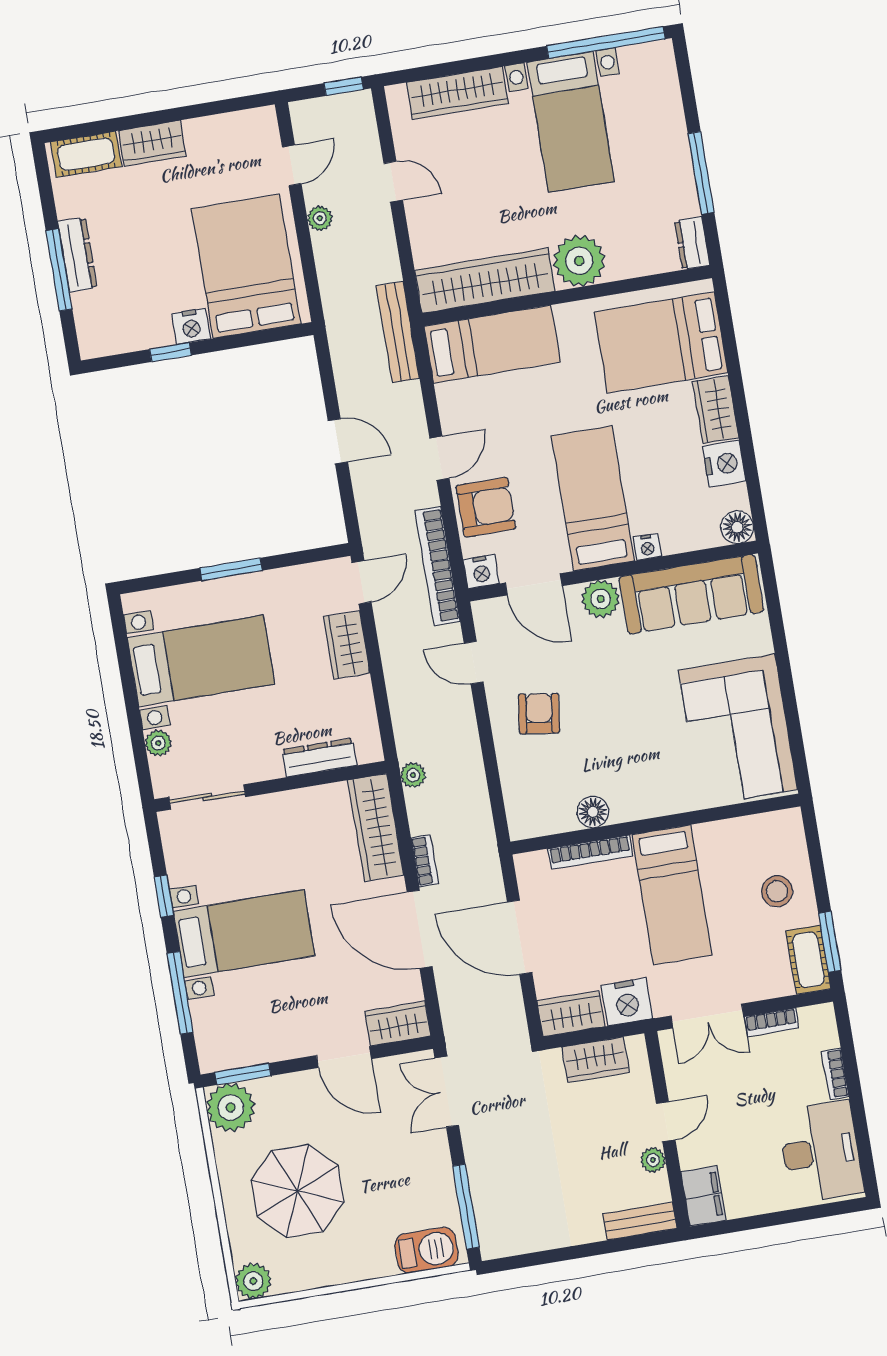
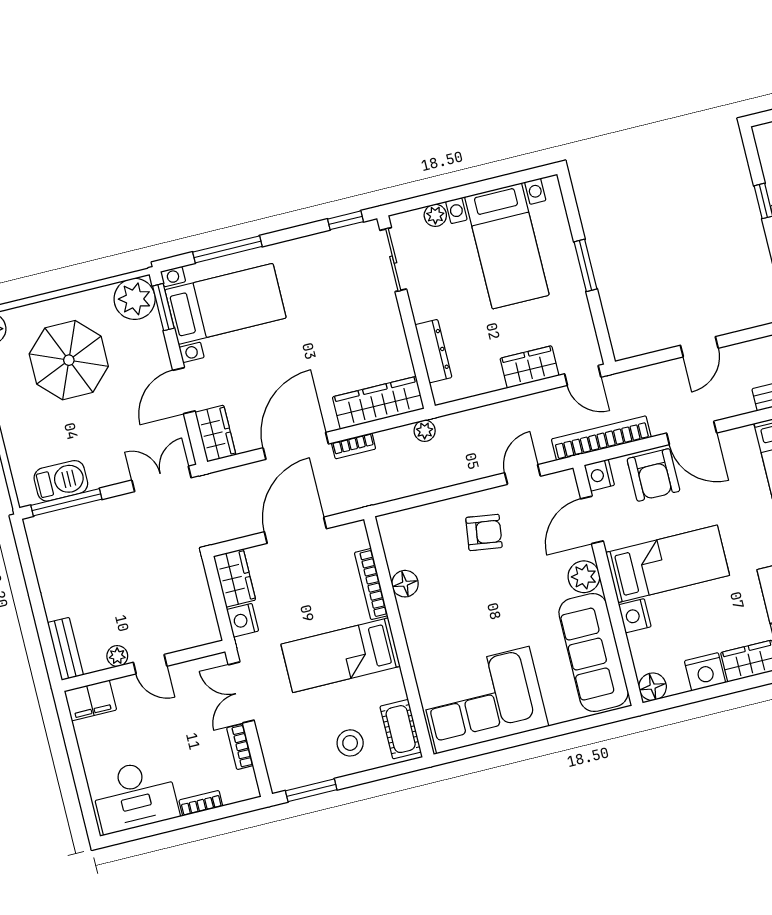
door: (439, 458) -> (692, 433), width x1.38
nightstand: (647, 547) -> (635, 616), width x1.39, depth x1.35
window: (164, 896) -> (345, 220), moved
bed with nightstands: (244, 934) -> (226, 304), moved, turned -90
cot: (808, 960) -> (401, 729), moved, turned 90
nightstand: (627, 1002) -> (243, 620), width x0.74, depth x0.75
wardrobe: (596, 1060) -> (198, 602), removed
barbecue: (427, 1250) -> (61, 481), moved, turned -90

